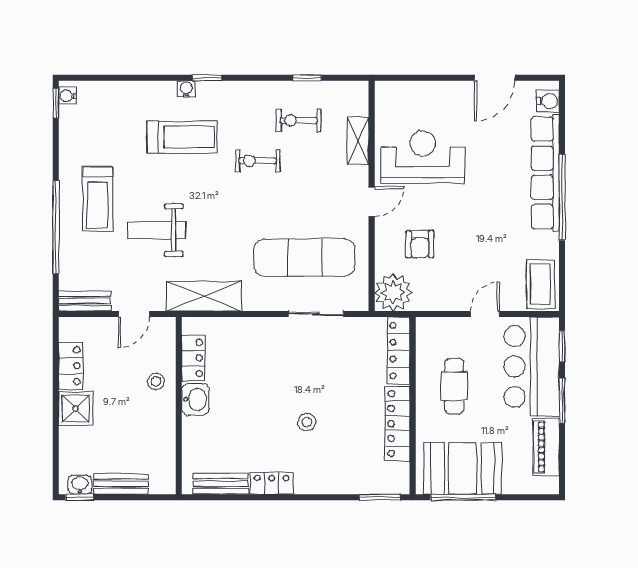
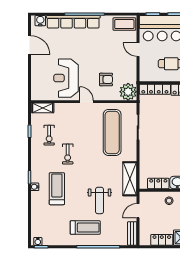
shelving: (358, 141) -> (43, 108), moved
door: (134, 314) -> (138, 211), swing flipped

